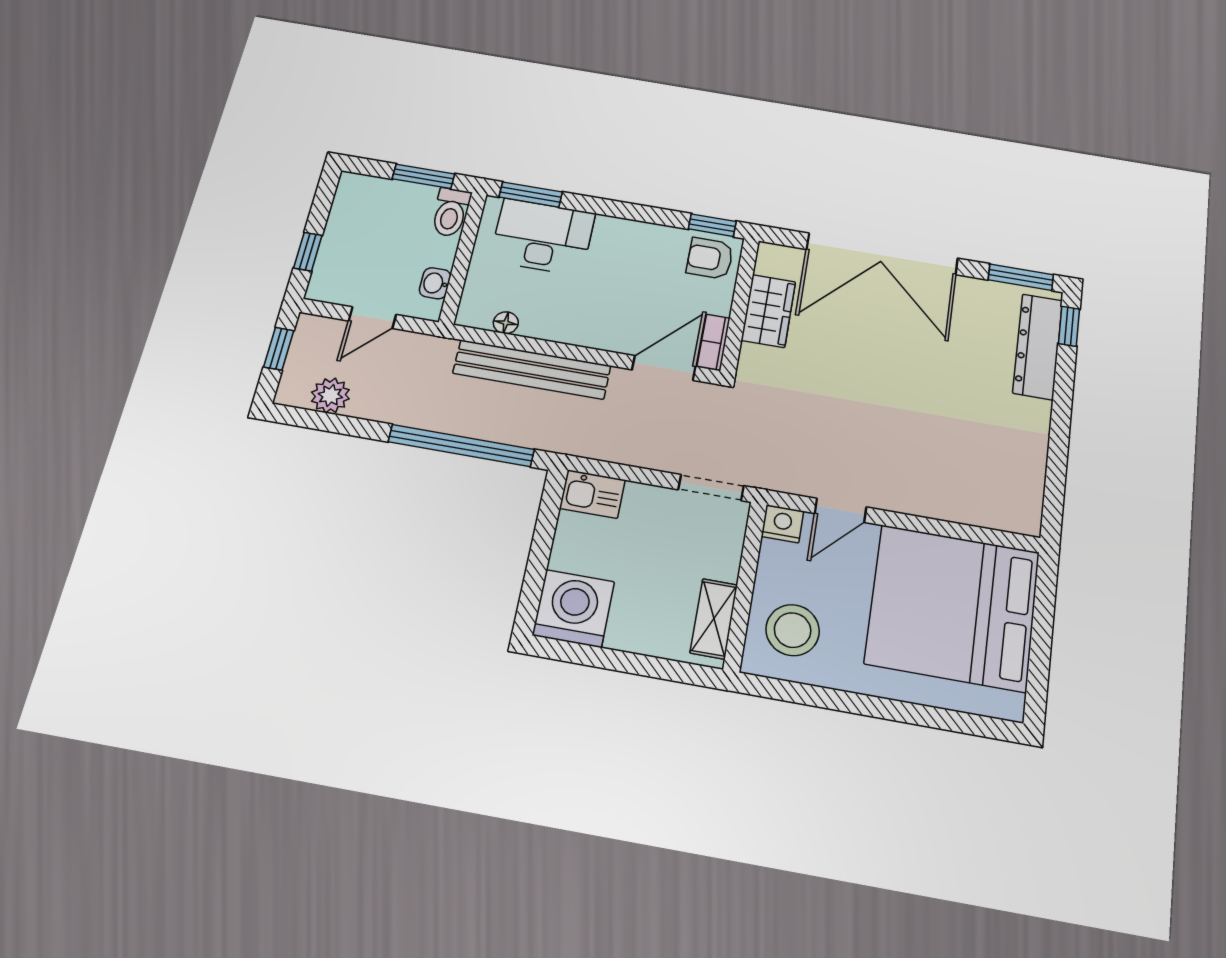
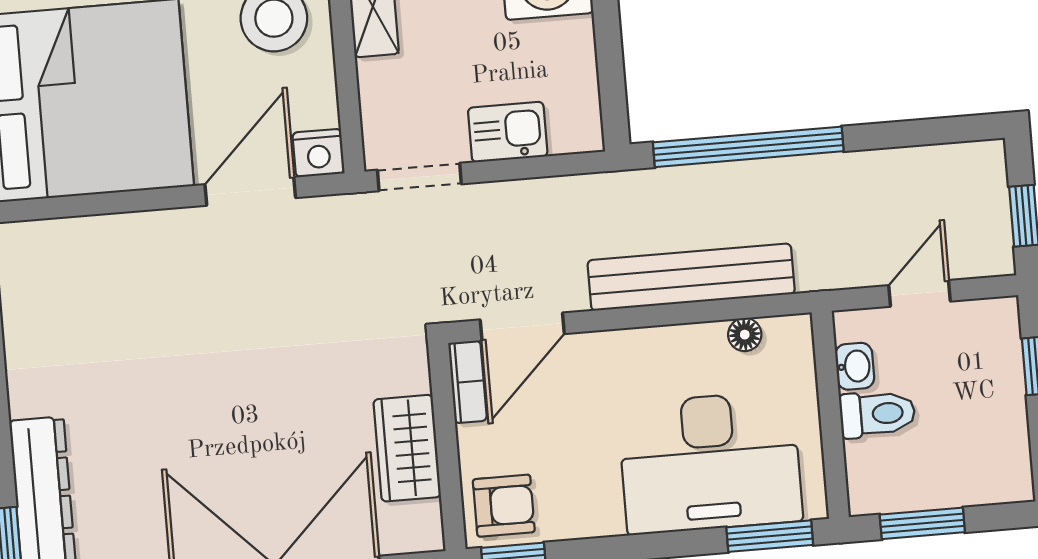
toilet: (451, 212) -> (877, 414), moved, turned 90
desk: (543, 237) -> (710, 462), width x1.36, depth x1.30
plant: (330, 395) -> (935, 169), removed
kitchen sink: (592, 494) -> (508, 132), moved
door: (840, 510) -> (250, 191), width x1.38

